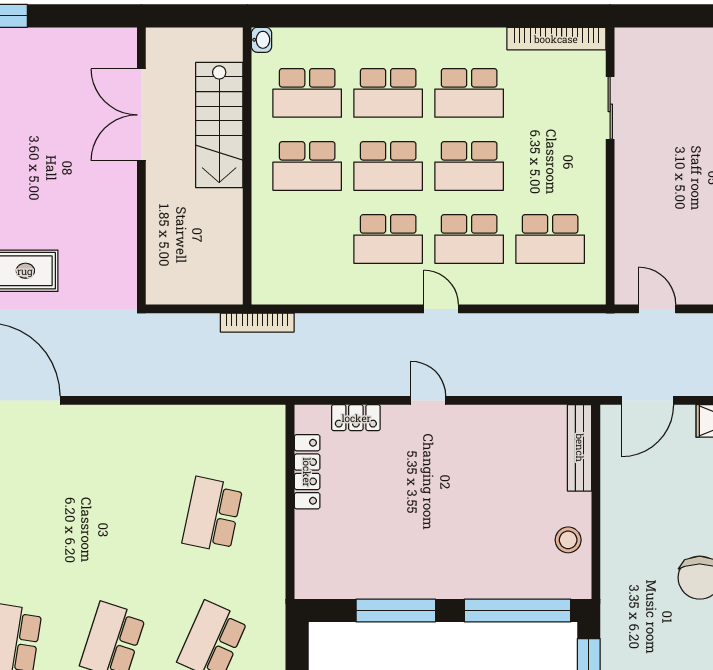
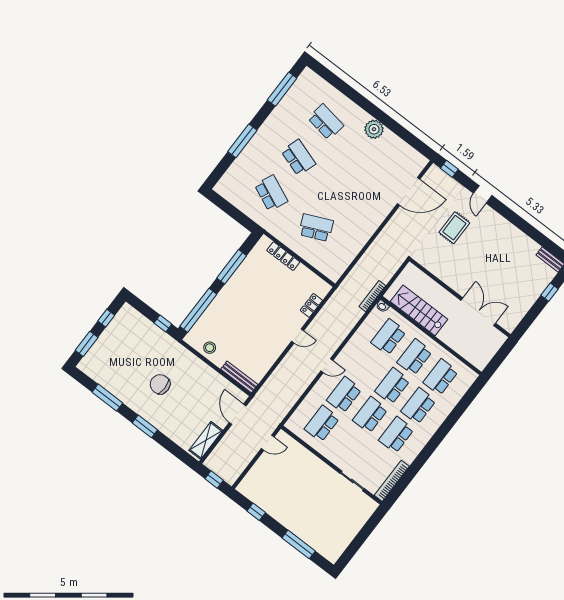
washbasin: (262, 40) -> (382, 306), moved
stairs: (219, 125) -> (419, 310), moved
school desk: (388, 239) -> (388, 337), moved
locker: (307, 472) -> (283, 256), moved
school desk: (213, 515) -> (316, 228), turned -36

